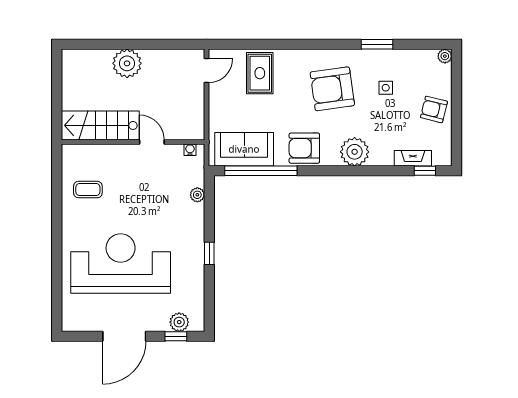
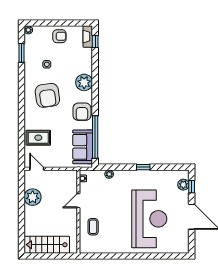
window: (377, 44) -> (21, 53), moved
plant: (127, 63) -> (33, 197), moved
armchair: (434, 109) -> (59, 36), turned -104
stairs: (100, 125) -> (47, 245), moved, turned 90
fireplace: (413, 158) -> (88, 37), moved
coffee table: (88, 190) -> (93, 227), moved
reception desk: (121, 264) -> (149, 219), turned 180

